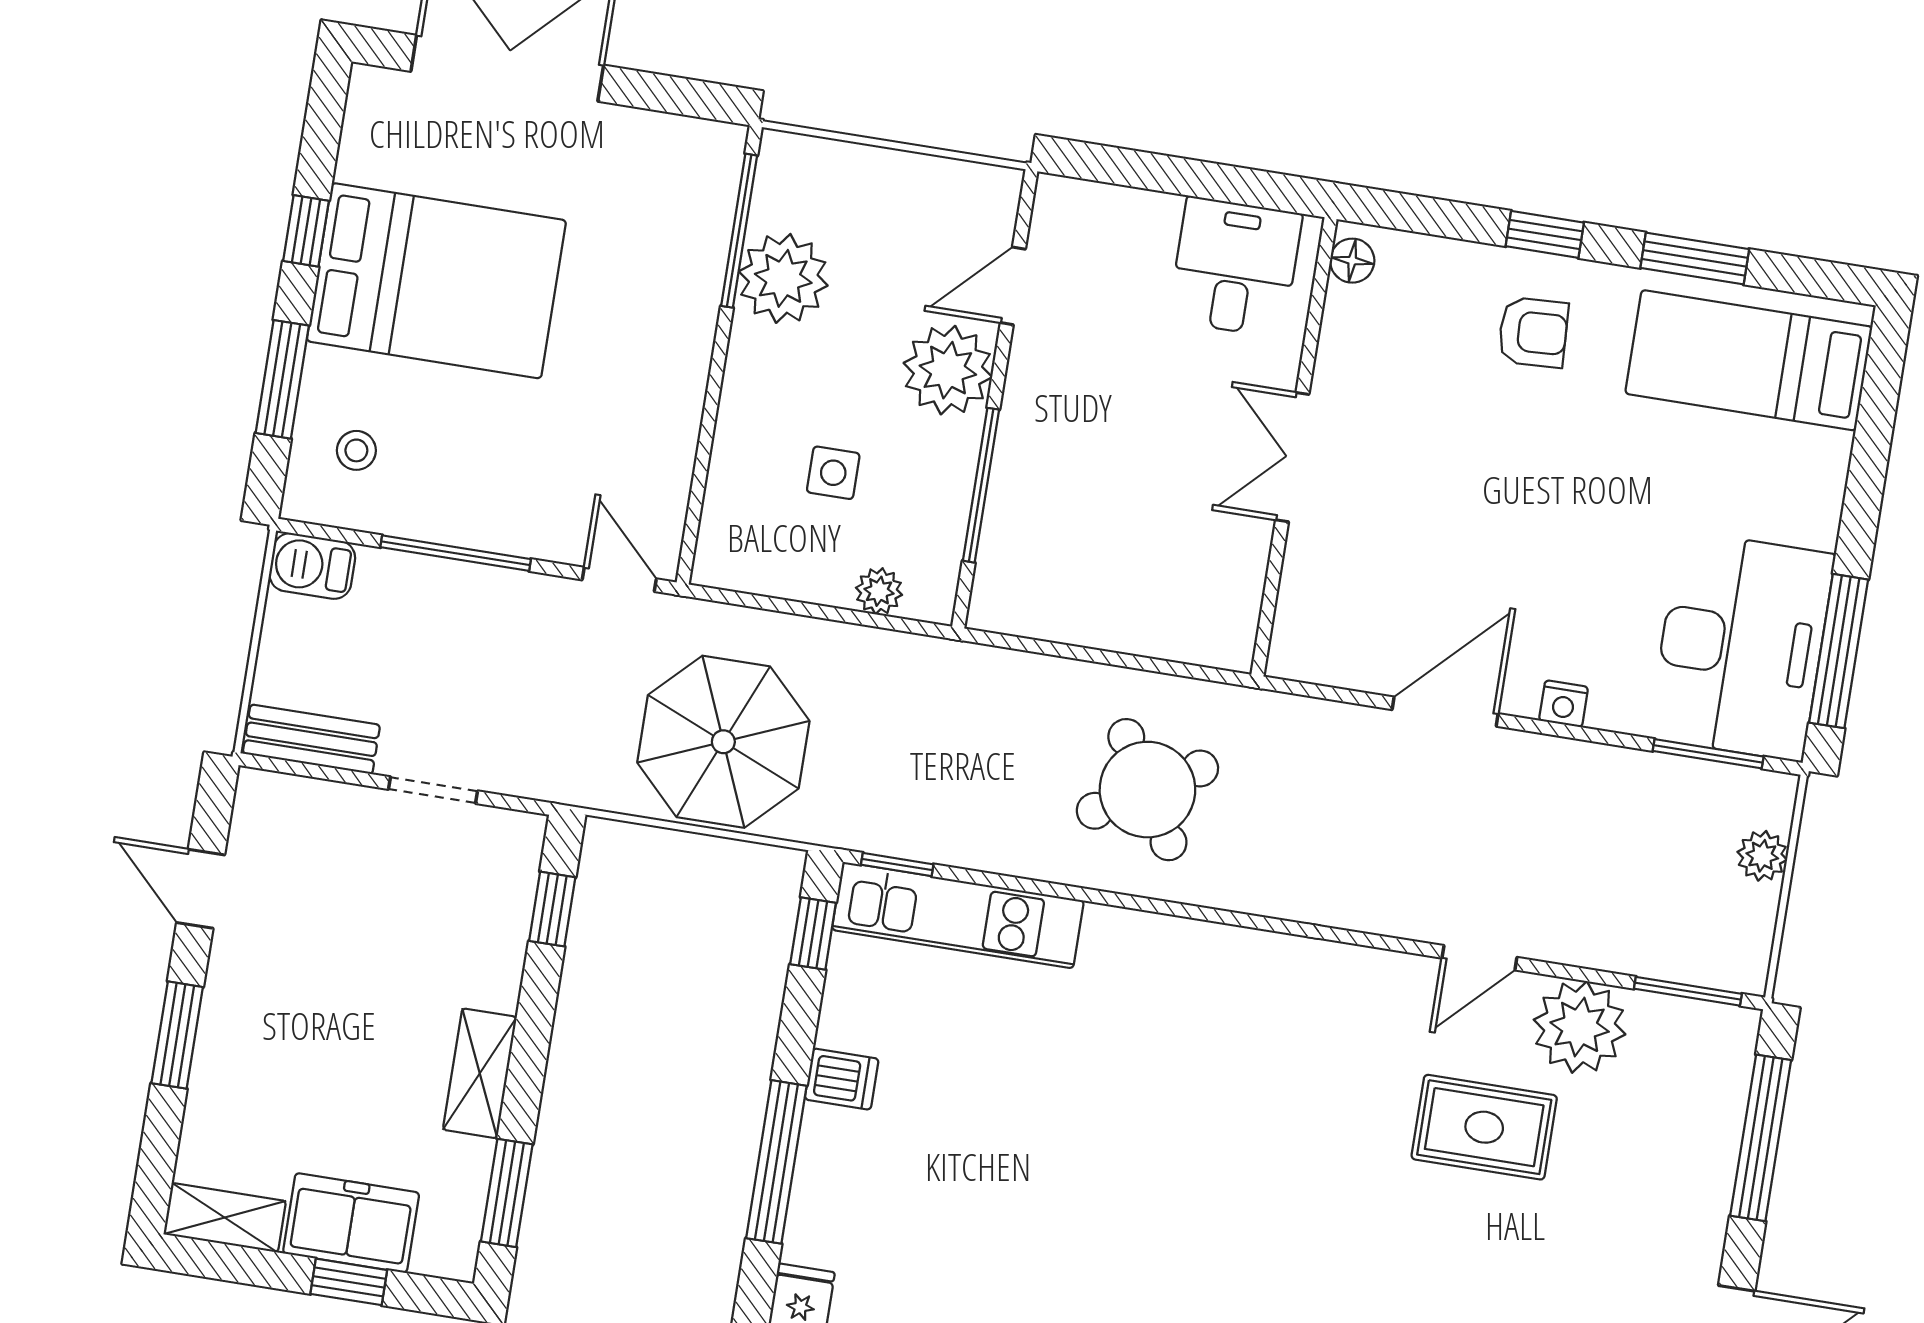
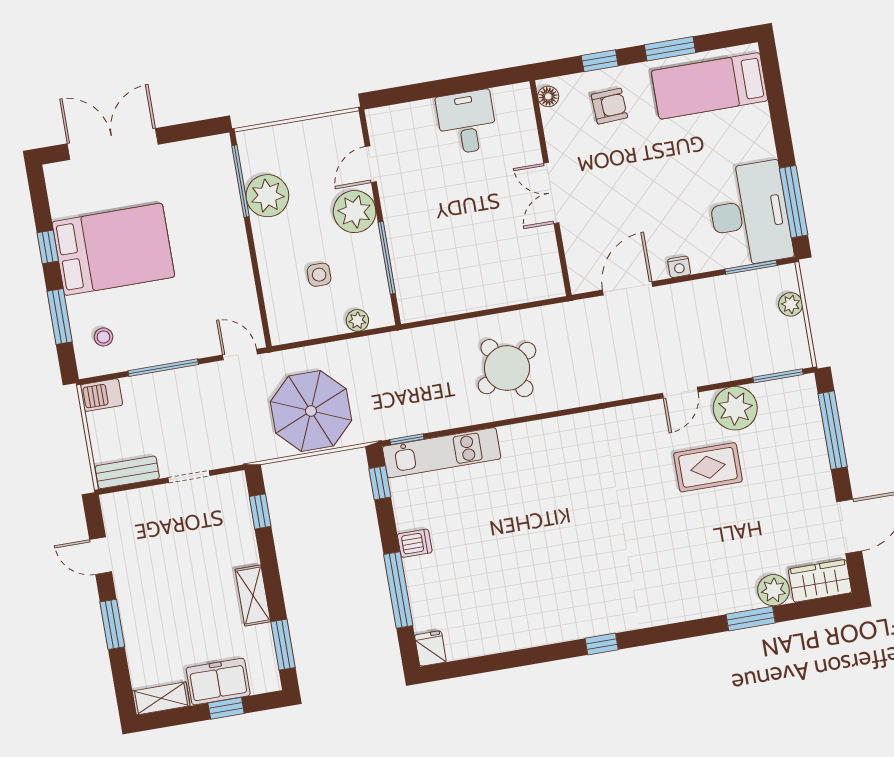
floor lamp: (1352, 261) -> (548, 96), moved
wall: (1294, 447) -> (551, 188), moved
double door: (1292, 457) -> (551, 193), moved

